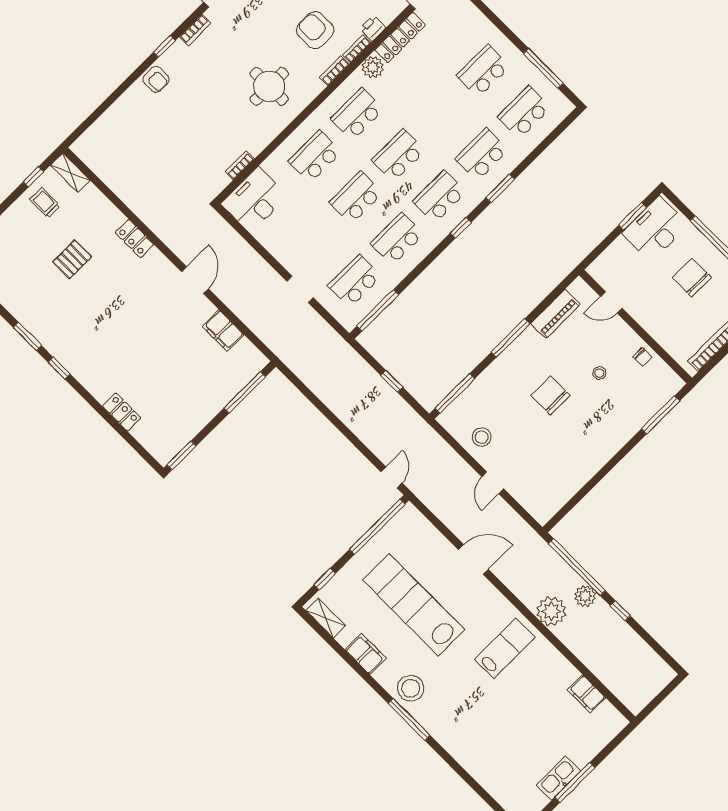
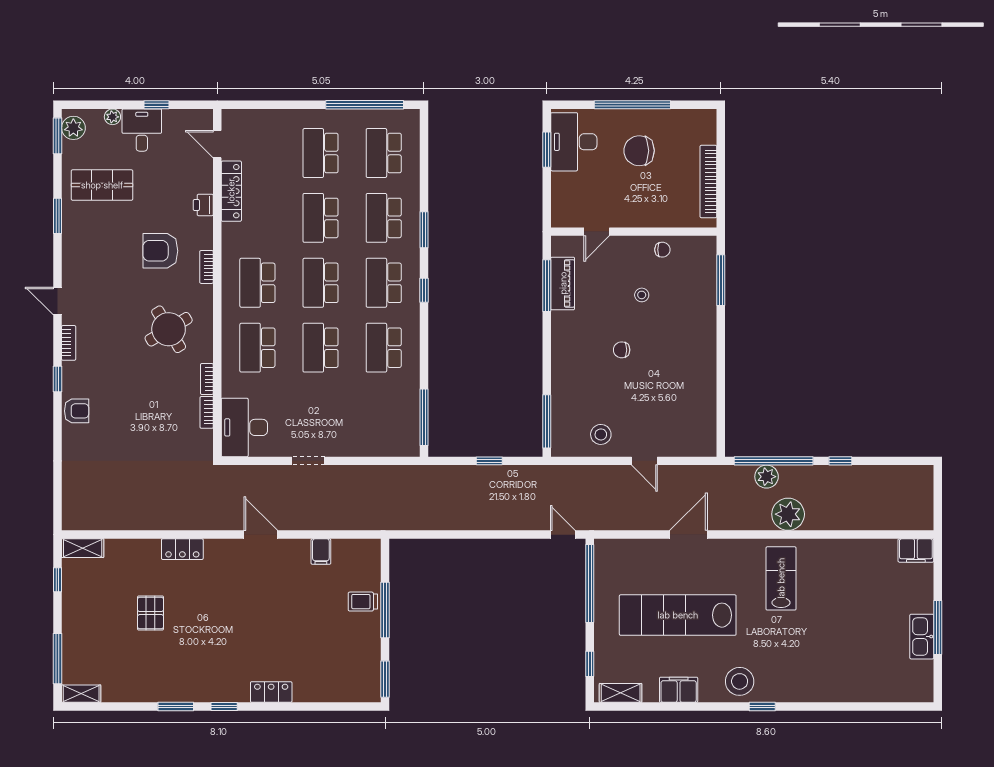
bookcase: (357, 49) -> (207, 379), moved
plant: (373, 67) -> (233, 235), removed
window: (543, 68) -> (365, 105), width x1.46
round table: (269, 86) -> (169, 329), turned -31
trolley: (45, 203) -> (363, 602), moved
school desk: (355, 281) -> (321, 218), moved
doorway: (300, 289) -> (308, 461), moved
filing cabinet: (223, 330) -> (321, 552), width x0.50
window: (510, 338) -> (547, 286), moved
window: (245, 392) -> (385, 610), moved
chair: (550, 396) -> (622, 350), width x0.54, depth x0.54
locker: (122, 412) -> (271, 692), moved
plant: (585, 596) -> (767, 477), moved
filing cabinet: (586, 694) -> (916, 550), moved
window: (409, 719) -> (762, 706), width x0.46

